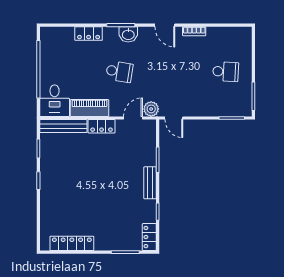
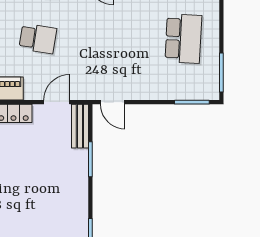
school desk: (226, 72) -> (183, 39), width x1.85
plant: (151, 109) -> (81, 90), removed
bench: (150, 183) -> (80, 126), moved

